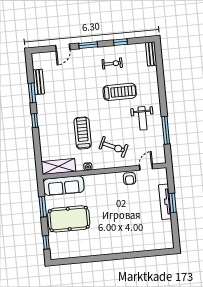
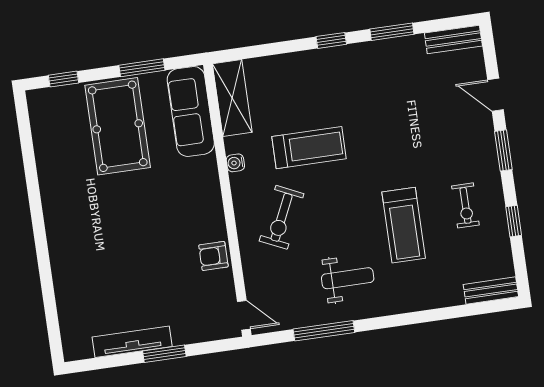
bench: (38, 82) -> (453, 40), moved
weight bench: (142, 118) -> (348, 278), turned 180
door: (146, 167) -> (244, 315), moved
tv unit: (165, 202) -> (132, 342), moved

